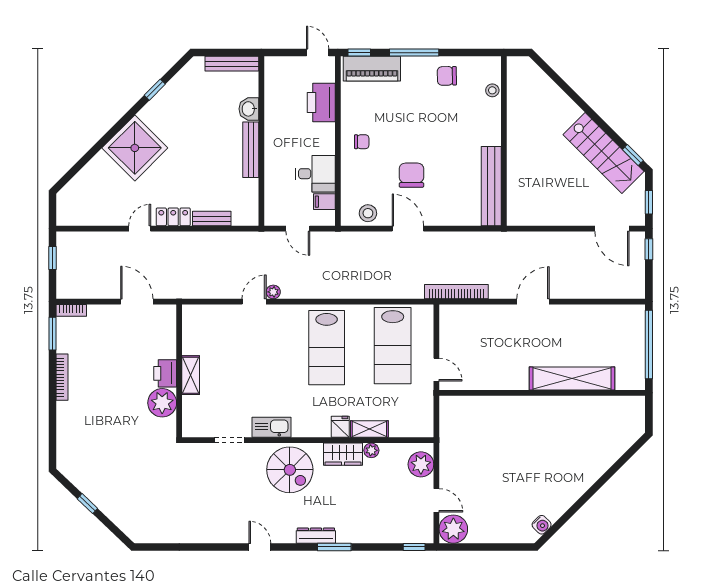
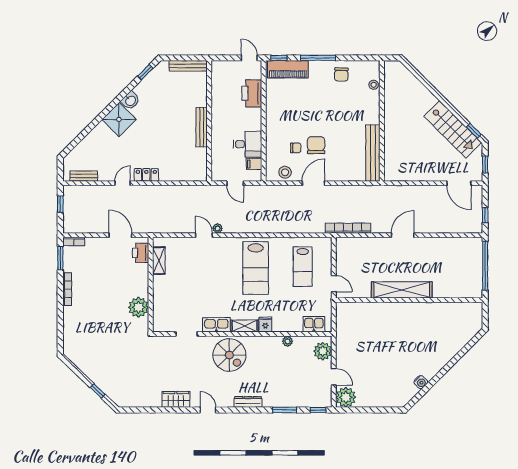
chair: (447, 76) -> (341, 74), turned -88
window: (155, 90) -> (145, 72), moved
washbasin: (249, 109) -> (130, 101), moved, turned -135
chair: (362, 142) -> (296, 148), moved
shower: (135, 148) -> (119, 119), width x0.73, depth x0.73
bench: (212, 219) -> (84, 176), moved
door: (408, 229) -> (313, 183), hinge flipped
window: (649, 249) -> (485, 215), moved
door: (254, 302) -> (204, 235), hinge flipped
lab bench: (393, 346) -> (303, 267), width x0.73, depth x0.72
printer: (165, 373) -> (141, 253), moved
shelving: (191, 375) -> (159, 261), moved
shelving: (572, 378) -> (402, 290), moved
kitchen sink: (408, 426) -> (314, 324), added
shelving: (369, 429) -> (245, 326), moved
wardrobe: (343, 454) -> (176, 399), moved, turned 180
window: (87, 504) -> (98, 391), moved
water cooler: (542, 525) -> (421, 382), moved
window: (334, 547) -> (285, 410), moved

